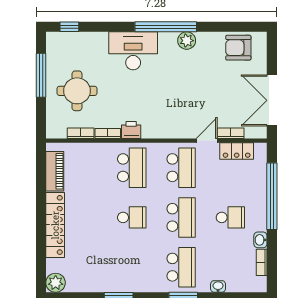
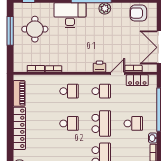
round table: (77, 91) -> (35, 29), moved
printer: (131, 130) -> (99, 67), moved
school desk: (132, 168) -> (69, 91), width x0.54
school desk: (181, 168) -> (101, 91), width x0.54

